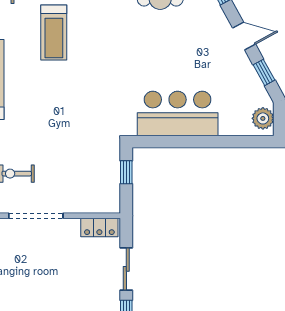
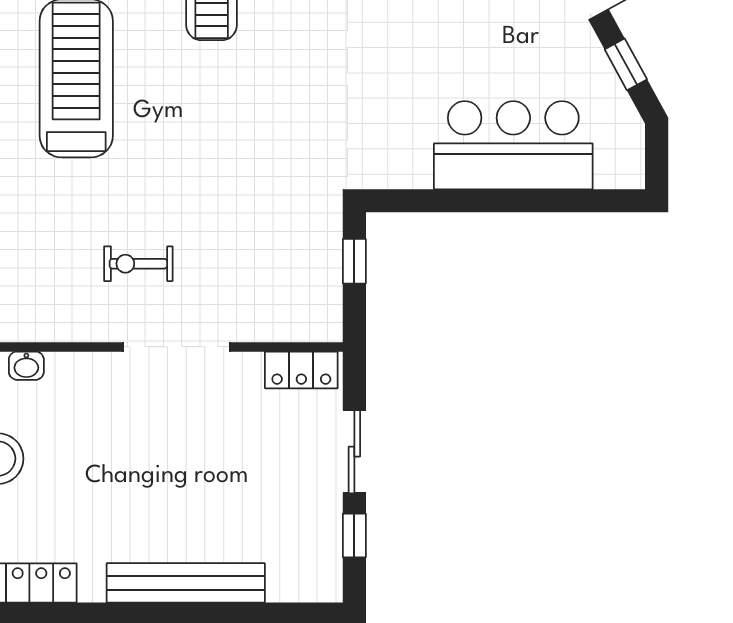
bar counter: (178, 113) -> (513, 145), moved
plant: (263, 118) -> (624, 155), removed

